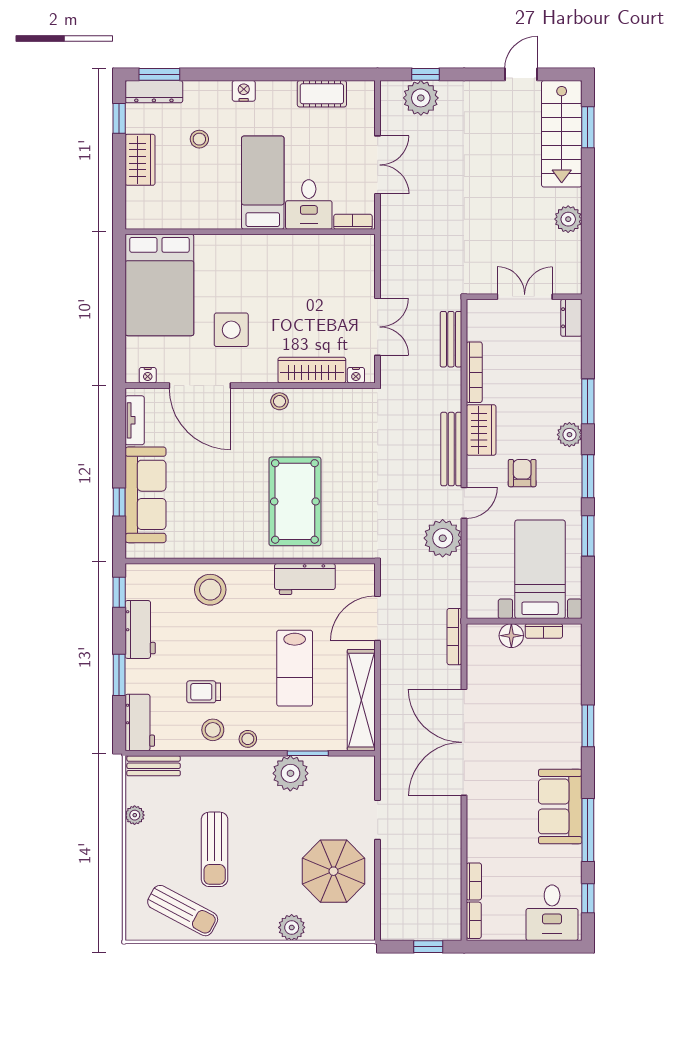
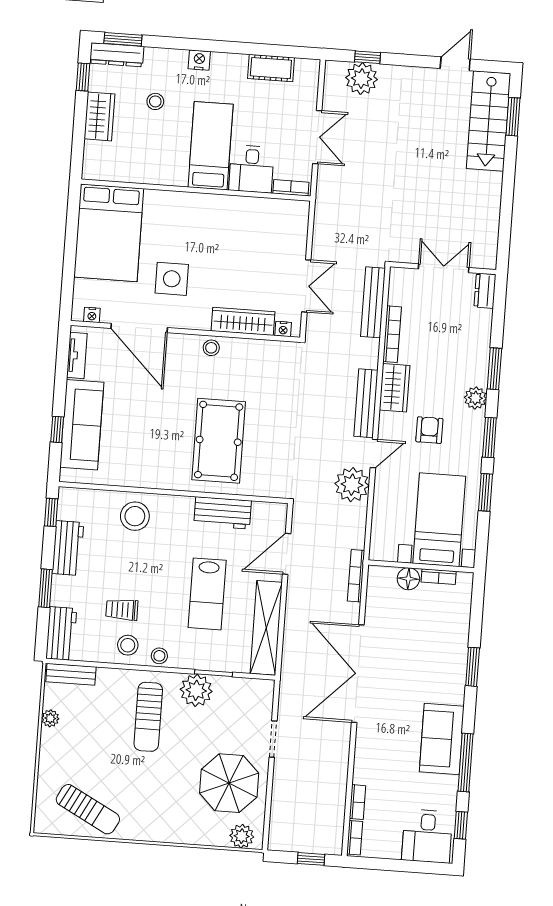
plant: (568, 219) -> (489, 200), removed
bench: (451, 339) -> (373, 302), width x1.36
sun lounger: (215, 849) -> (148, 717), moved
plant: (292, 927) -> (242, 836), moved

